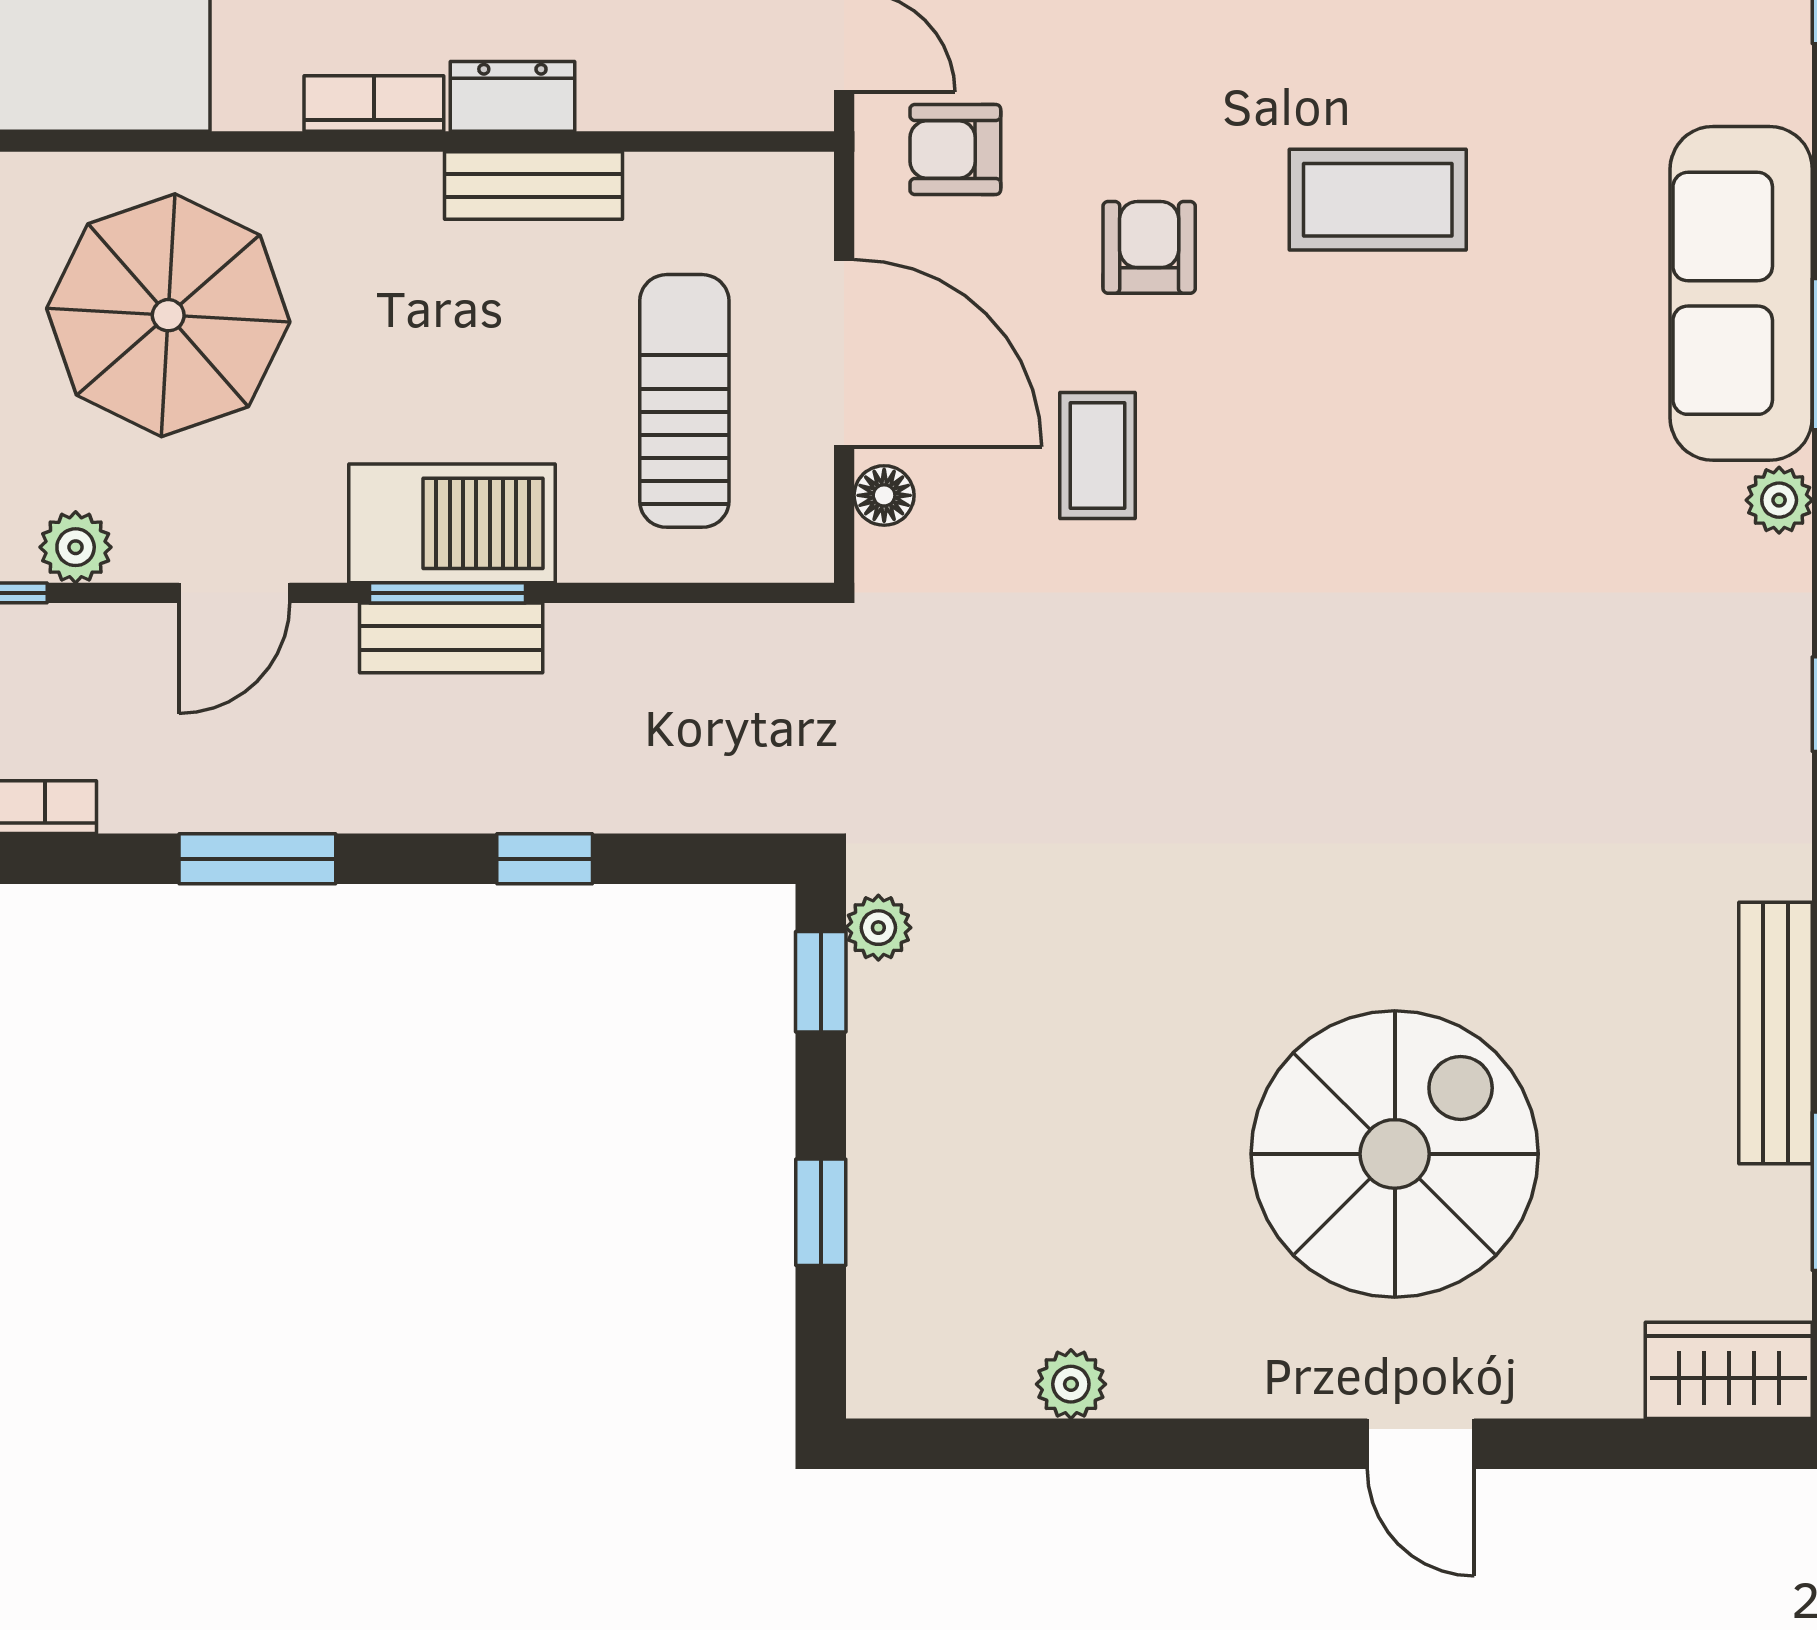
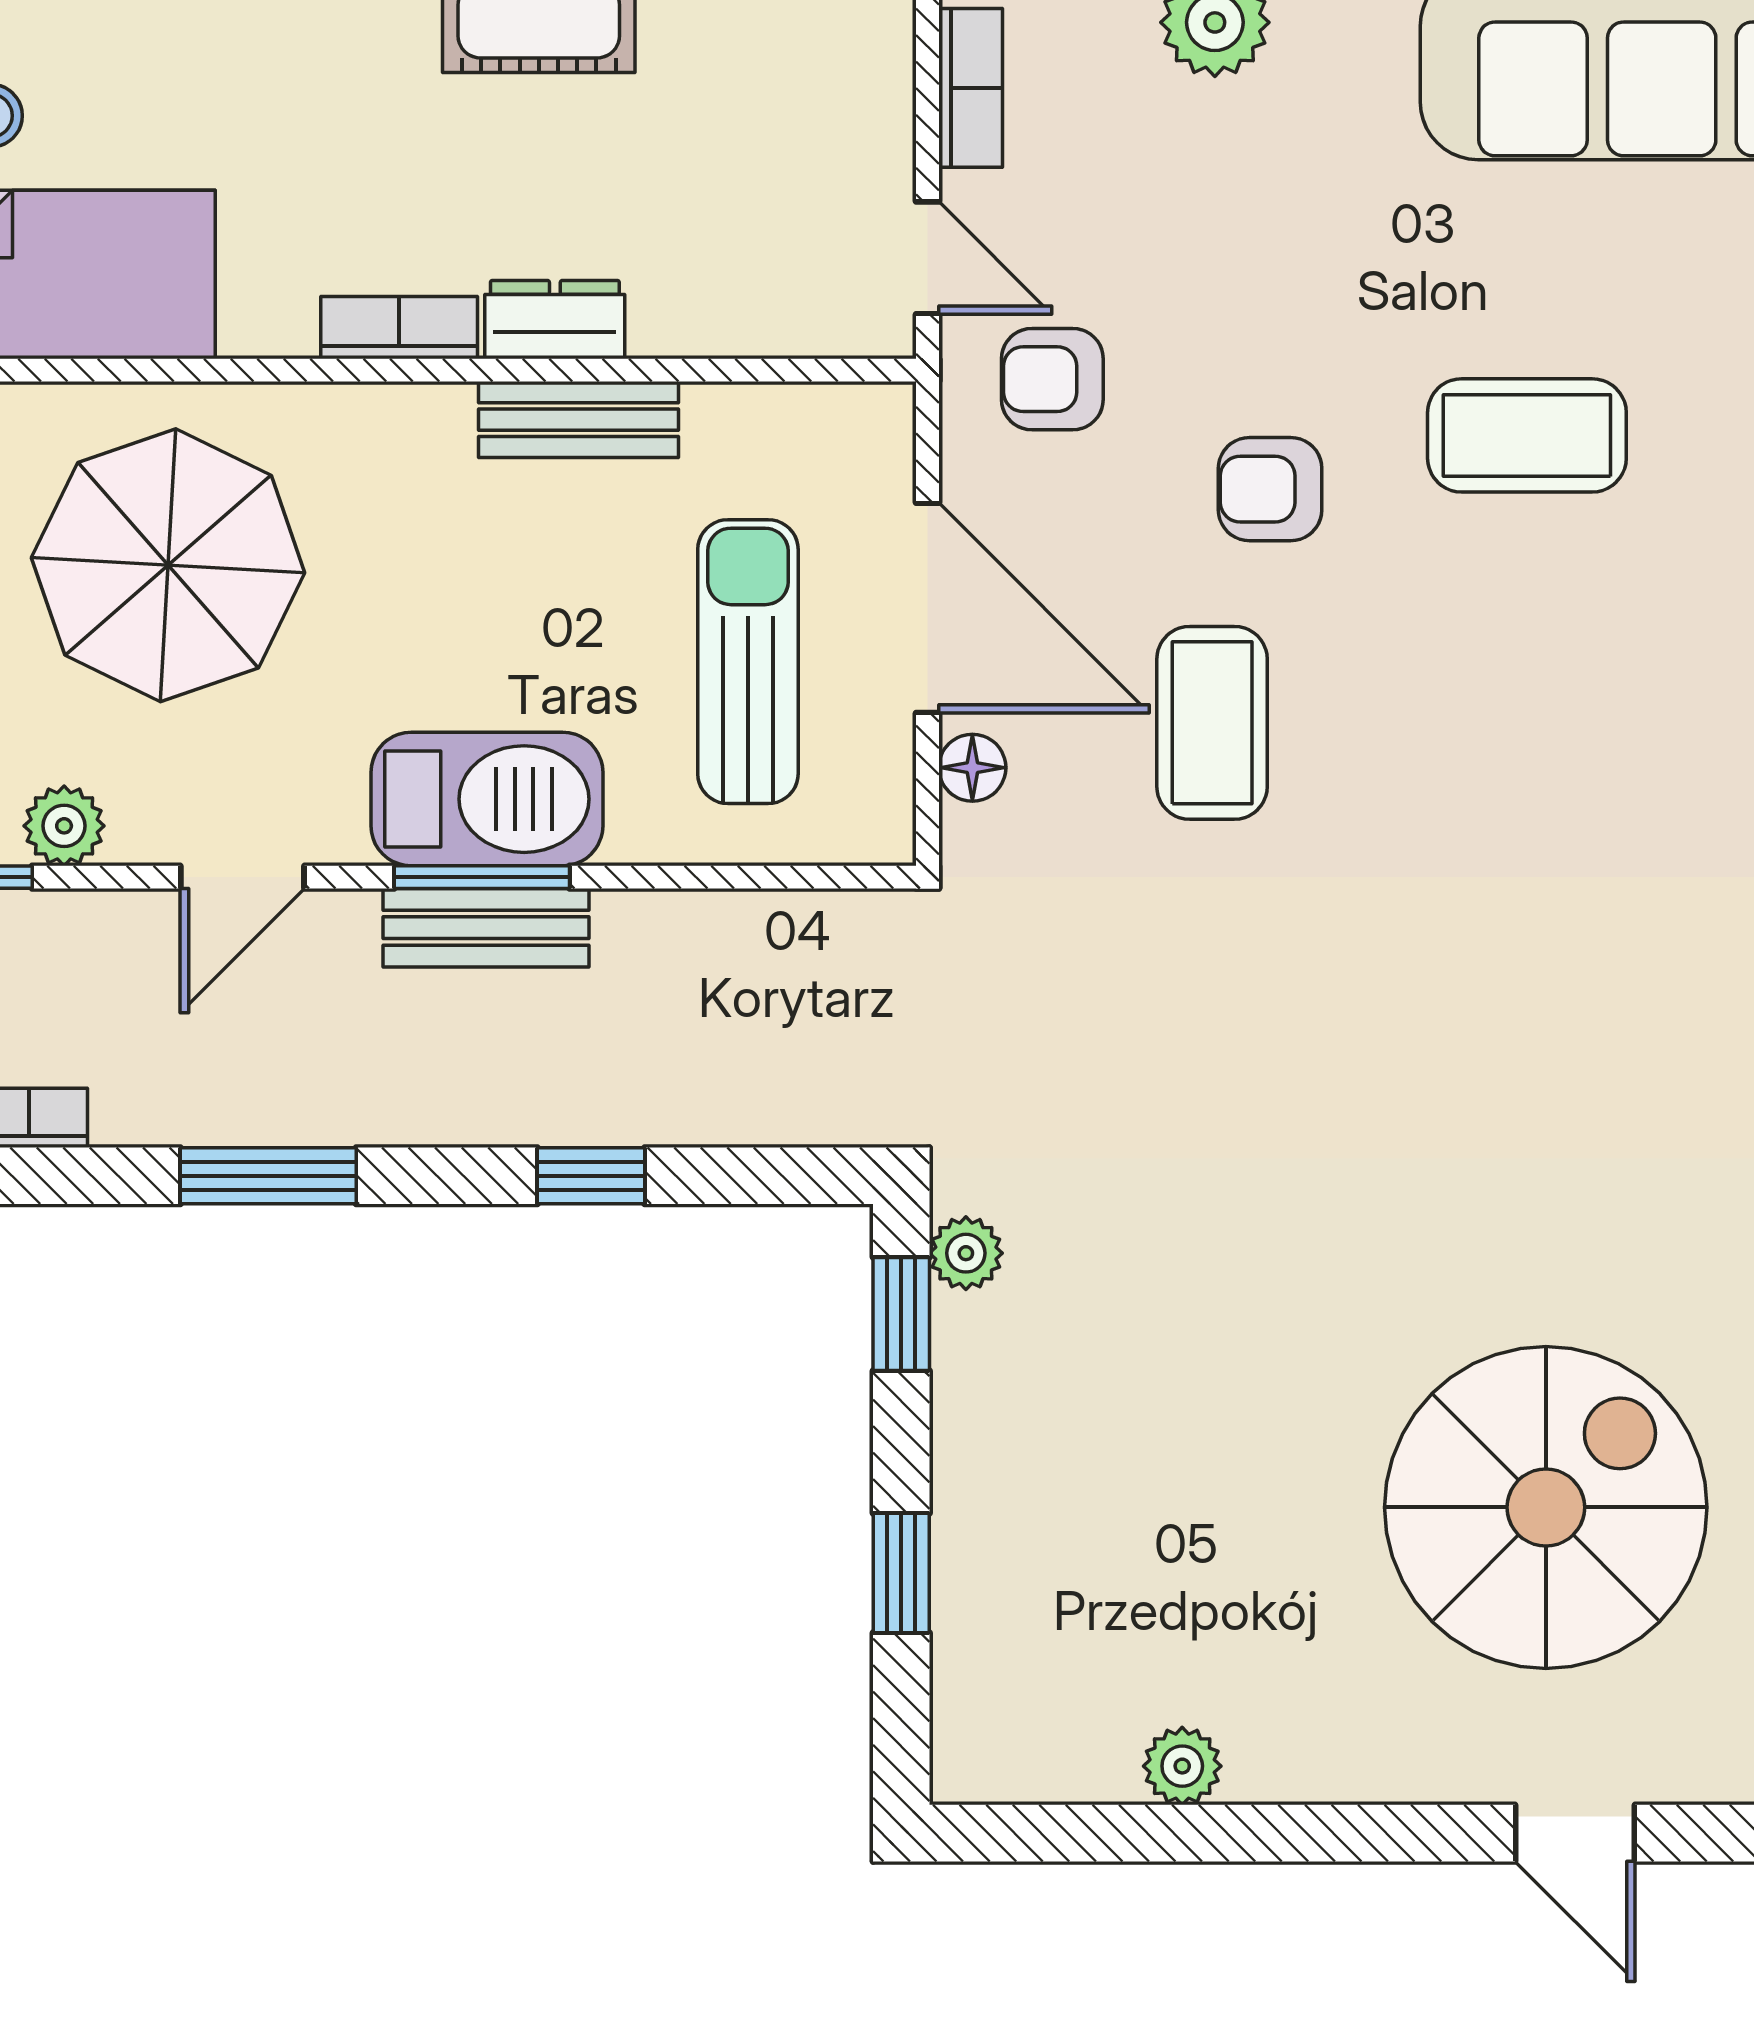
armchair: (1149, 247) -> (1270, 489), turned -90
coffee table: (1097, 455) -> (1212, 723), width x1.36, depth x1.30

